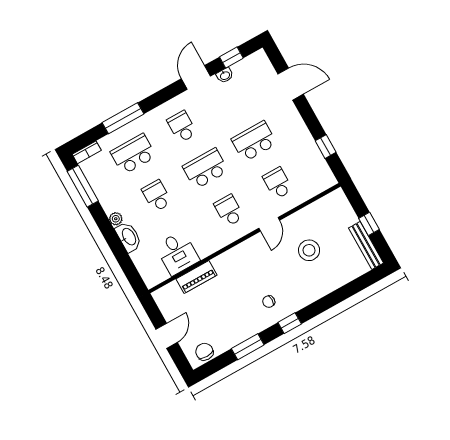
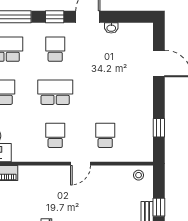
window: (231, 58) -> (55, 17), moved
school desk: (254, 141) -> (105, 92), removed
stool: (309, 250) -> (139, 175), moved, width x0.53, depth x0.53

